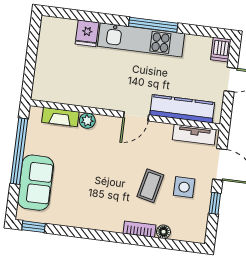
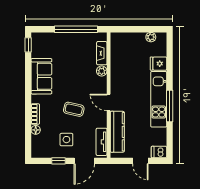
plant: (46, 40) -> (151, 37), added
sofa: (36, 183) -> (41, 76), moved, turned -90
coffee table: (150, 186) -> (74, 109), moved

